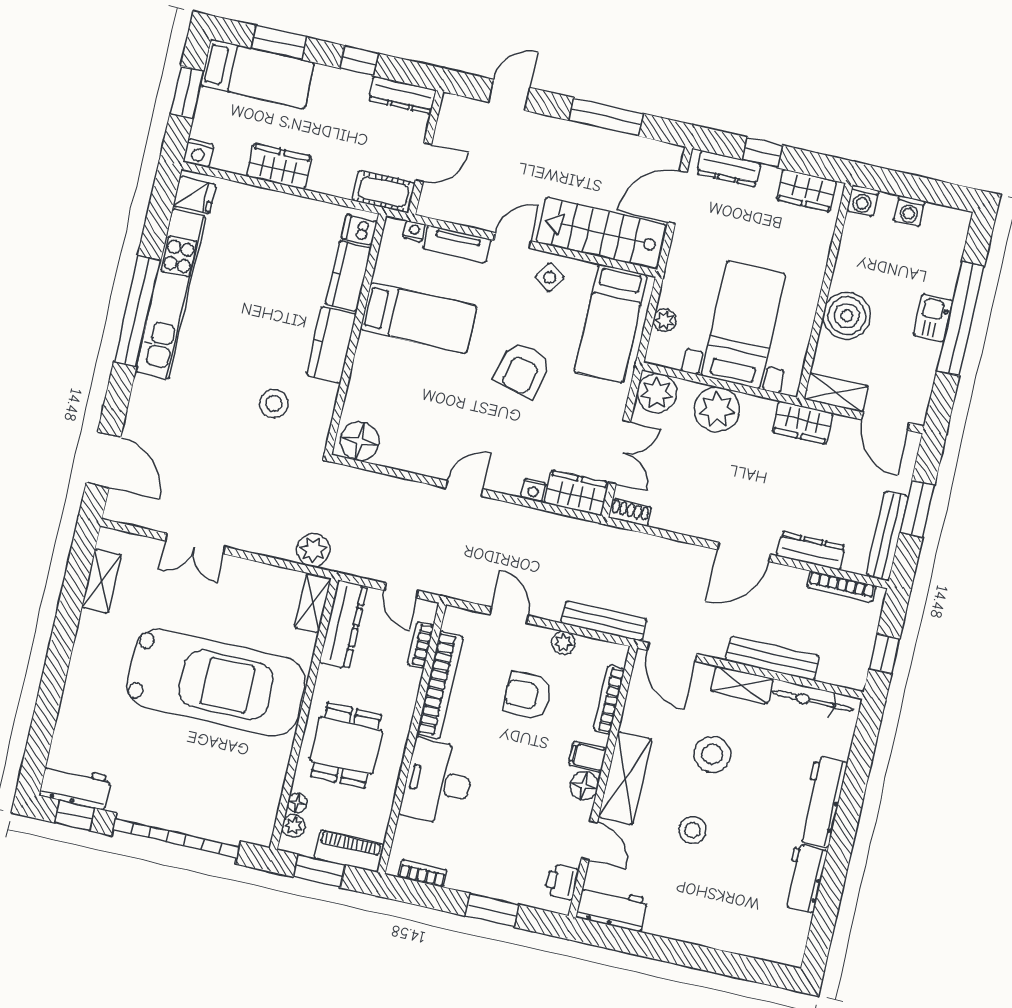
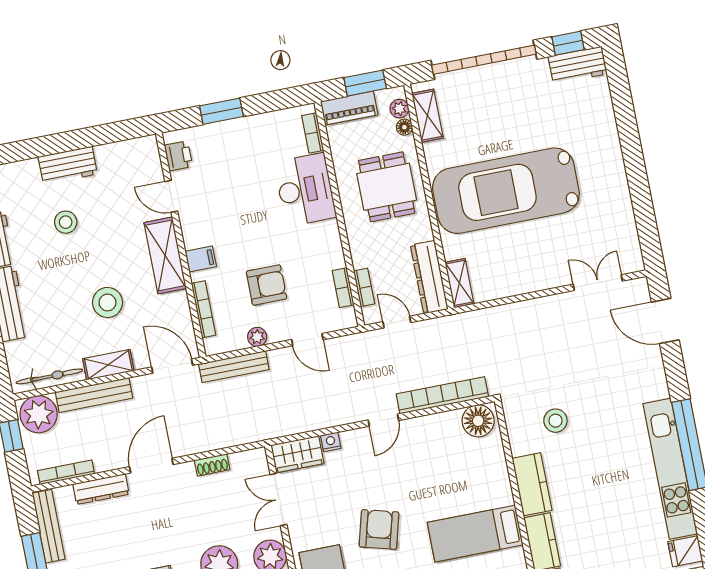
bookcase: (387, 487) -> (442, 395), added
shoe rack: (630, 513) -> (212, 465), moved
double door: (195, 544) -> (598, 283), moved
plant: (313, 550) -> (39, 414), moved, width x1.36, depth x1.36
shelving: (101, 581) -> (427, 116), moved
bookcase: (440, 685) -> (343, 288), width x0.43, depth x0.76
floor lamp: (584, 786) -> (194, 236), removed
stool: (693, 830) -> (66, 222), moved
bookcase: (423, 873) -> (313, 133), moved, turned 90
workbench: (612, 908) -> (68, 165), moved

